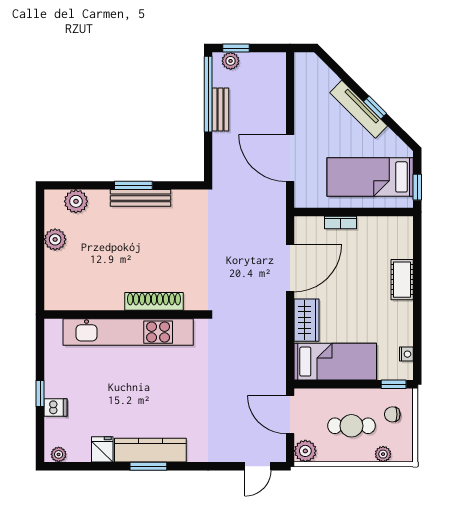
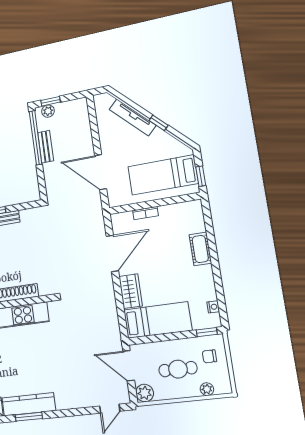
tv unit: (359, 109) -> (132, 117), moved

